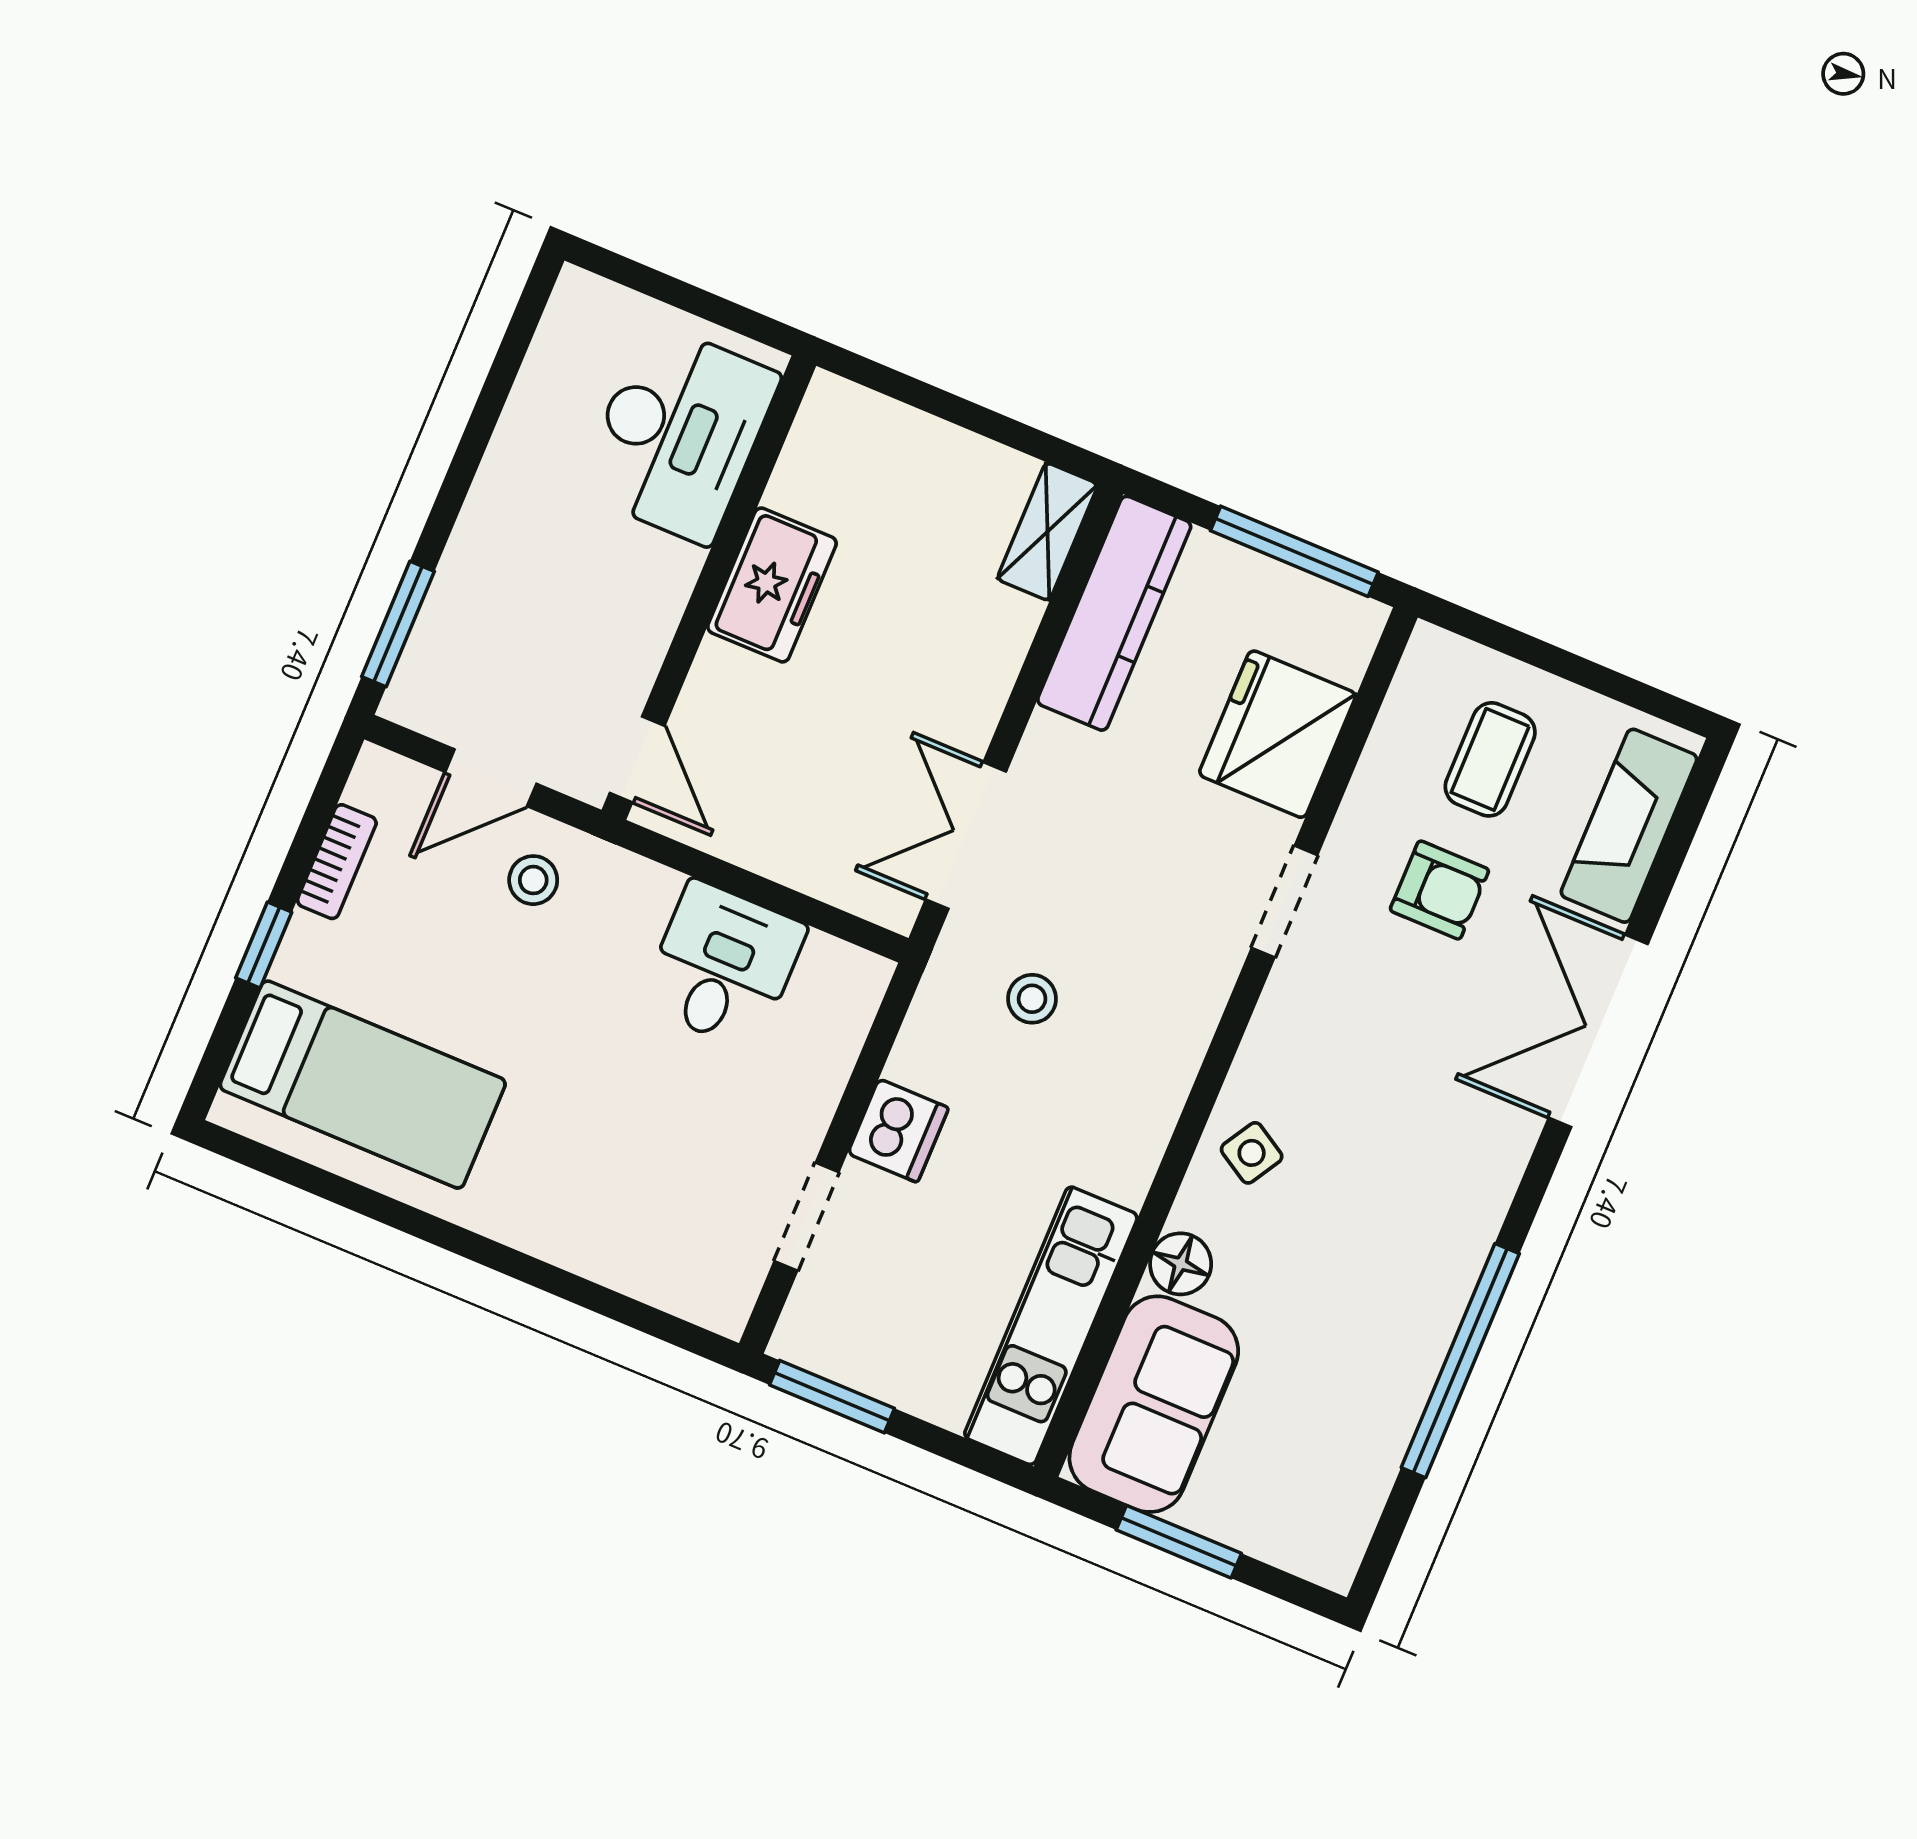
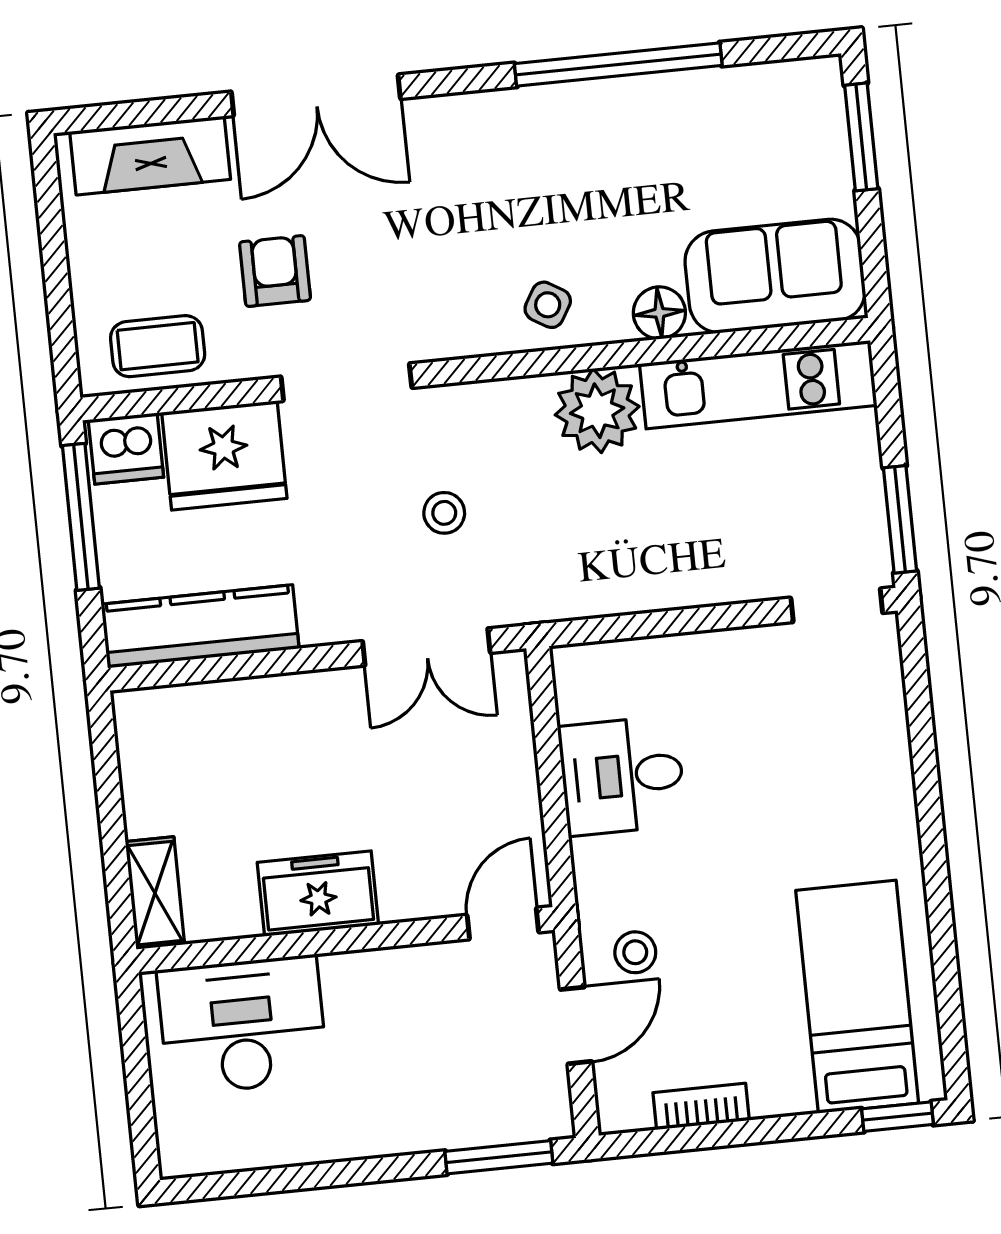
shelving: (1047, 532) -> (155, 893), moved, turned 90
coffee table: (1490, 759) -> (158, 346), moved
door: (491, 778) -> (576, 1025), hinge flipped
doorway: (1285, 901) -> (346, 382), width x1.38
window: (264, 945) -> (897, 1117), moved
stool: (1032, 999) -> (444, 513), moved
dishwasher: (898, 1131) -> (126, 449), moved, turned 180
plant: (1114, 1145) -> (597, 411), added
doorway: (806, 1217) -> (837, 605), moved
window: (1179, 1542) -> (861, 137), moved

